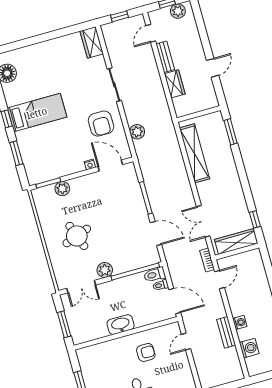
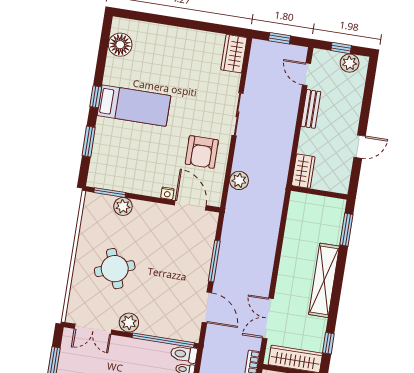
door: (151, 33) -> (307, 74), hinge flipped
wardrobe: (175, 84) -> (303, 171), moved
shelving: (194, 153) -> (324, 280), moved

